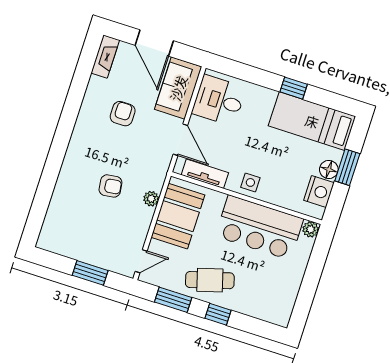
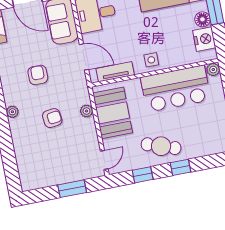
armchair: (123, 114) -> (38, 75), moved
plant: (72, 156) -> (12, 112), added
cafe table: (210, 280) -> (161, 146), turned 35
window: (173, 300) -> (143, 175), width x0.67

